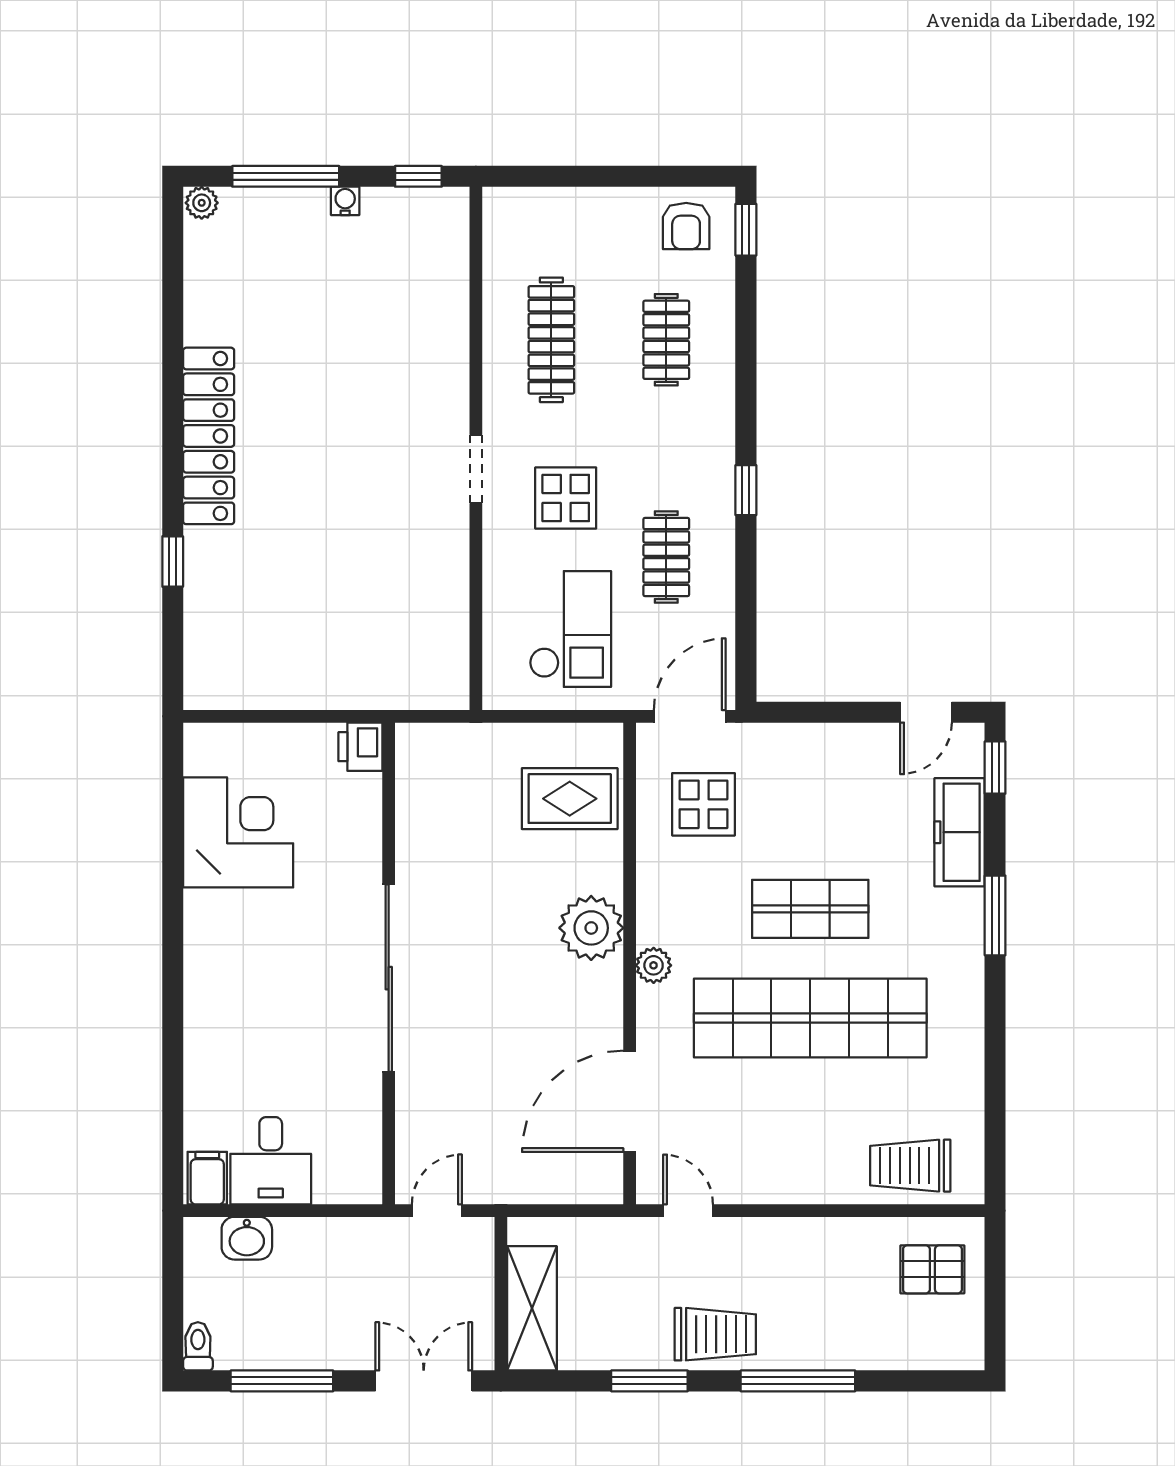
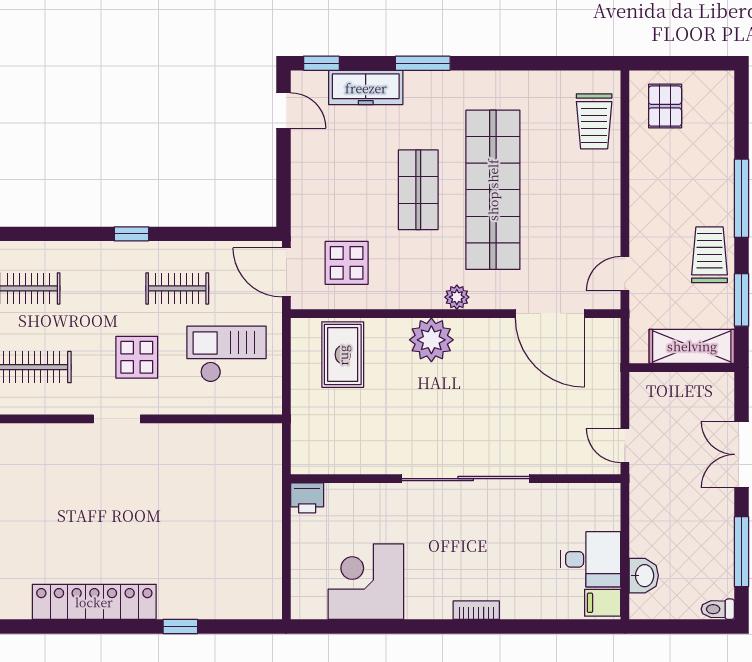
bookcase: (197, 994) -> (476, 610), added
wall: (501, 1294) -> (682, 368), moved
shelving: (532, 1308) -> (692, 346), moved

